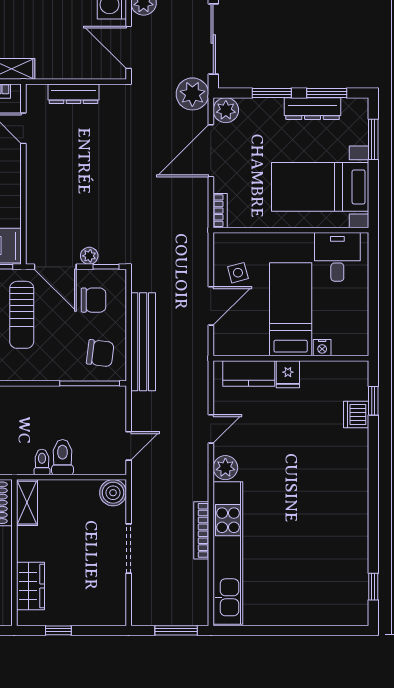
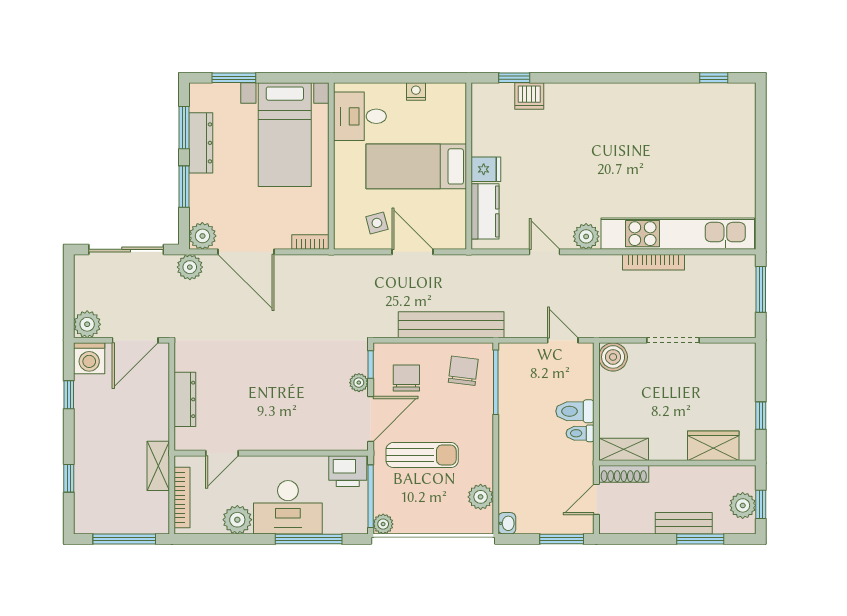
plant: (192, 94) -> (190, 267), width x0.73, depth x0.73
nightstand: (322, 348) -> (416, 91), moved, turned -90

